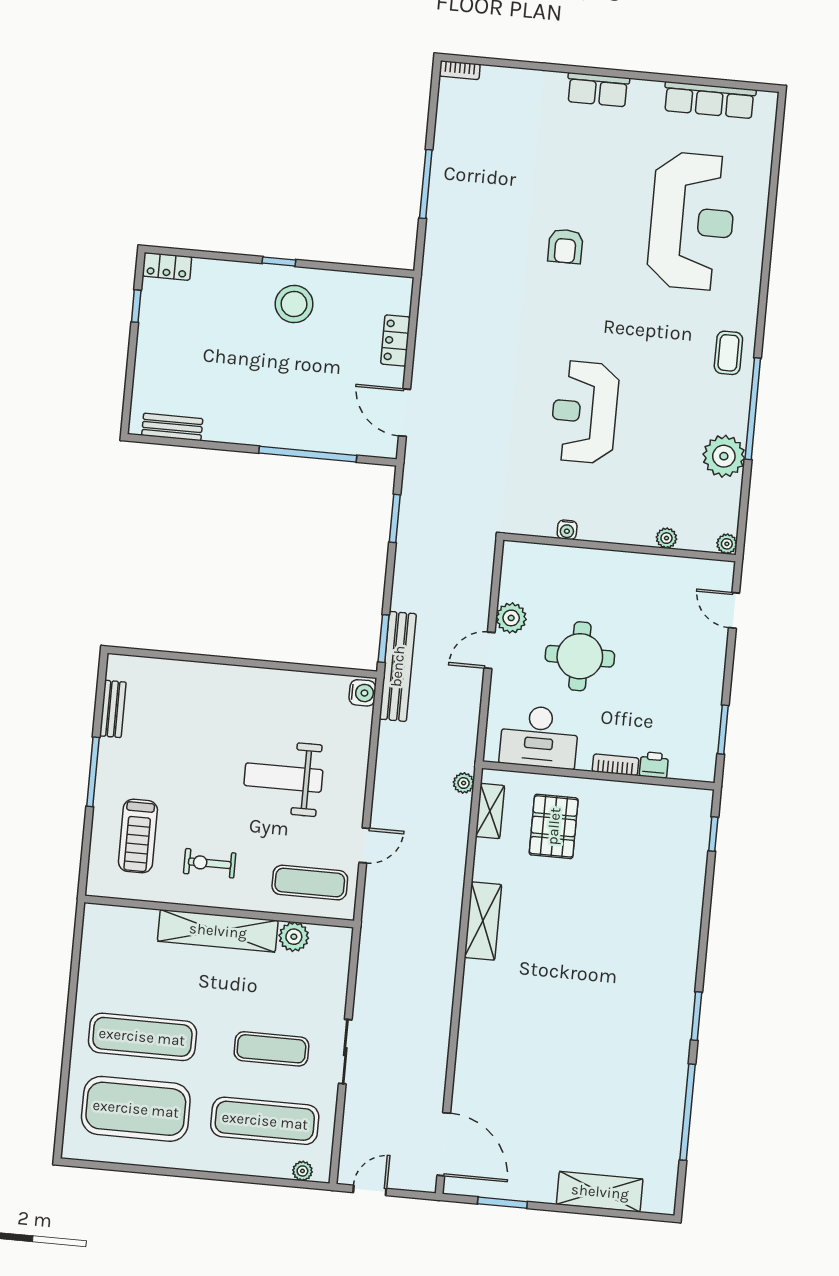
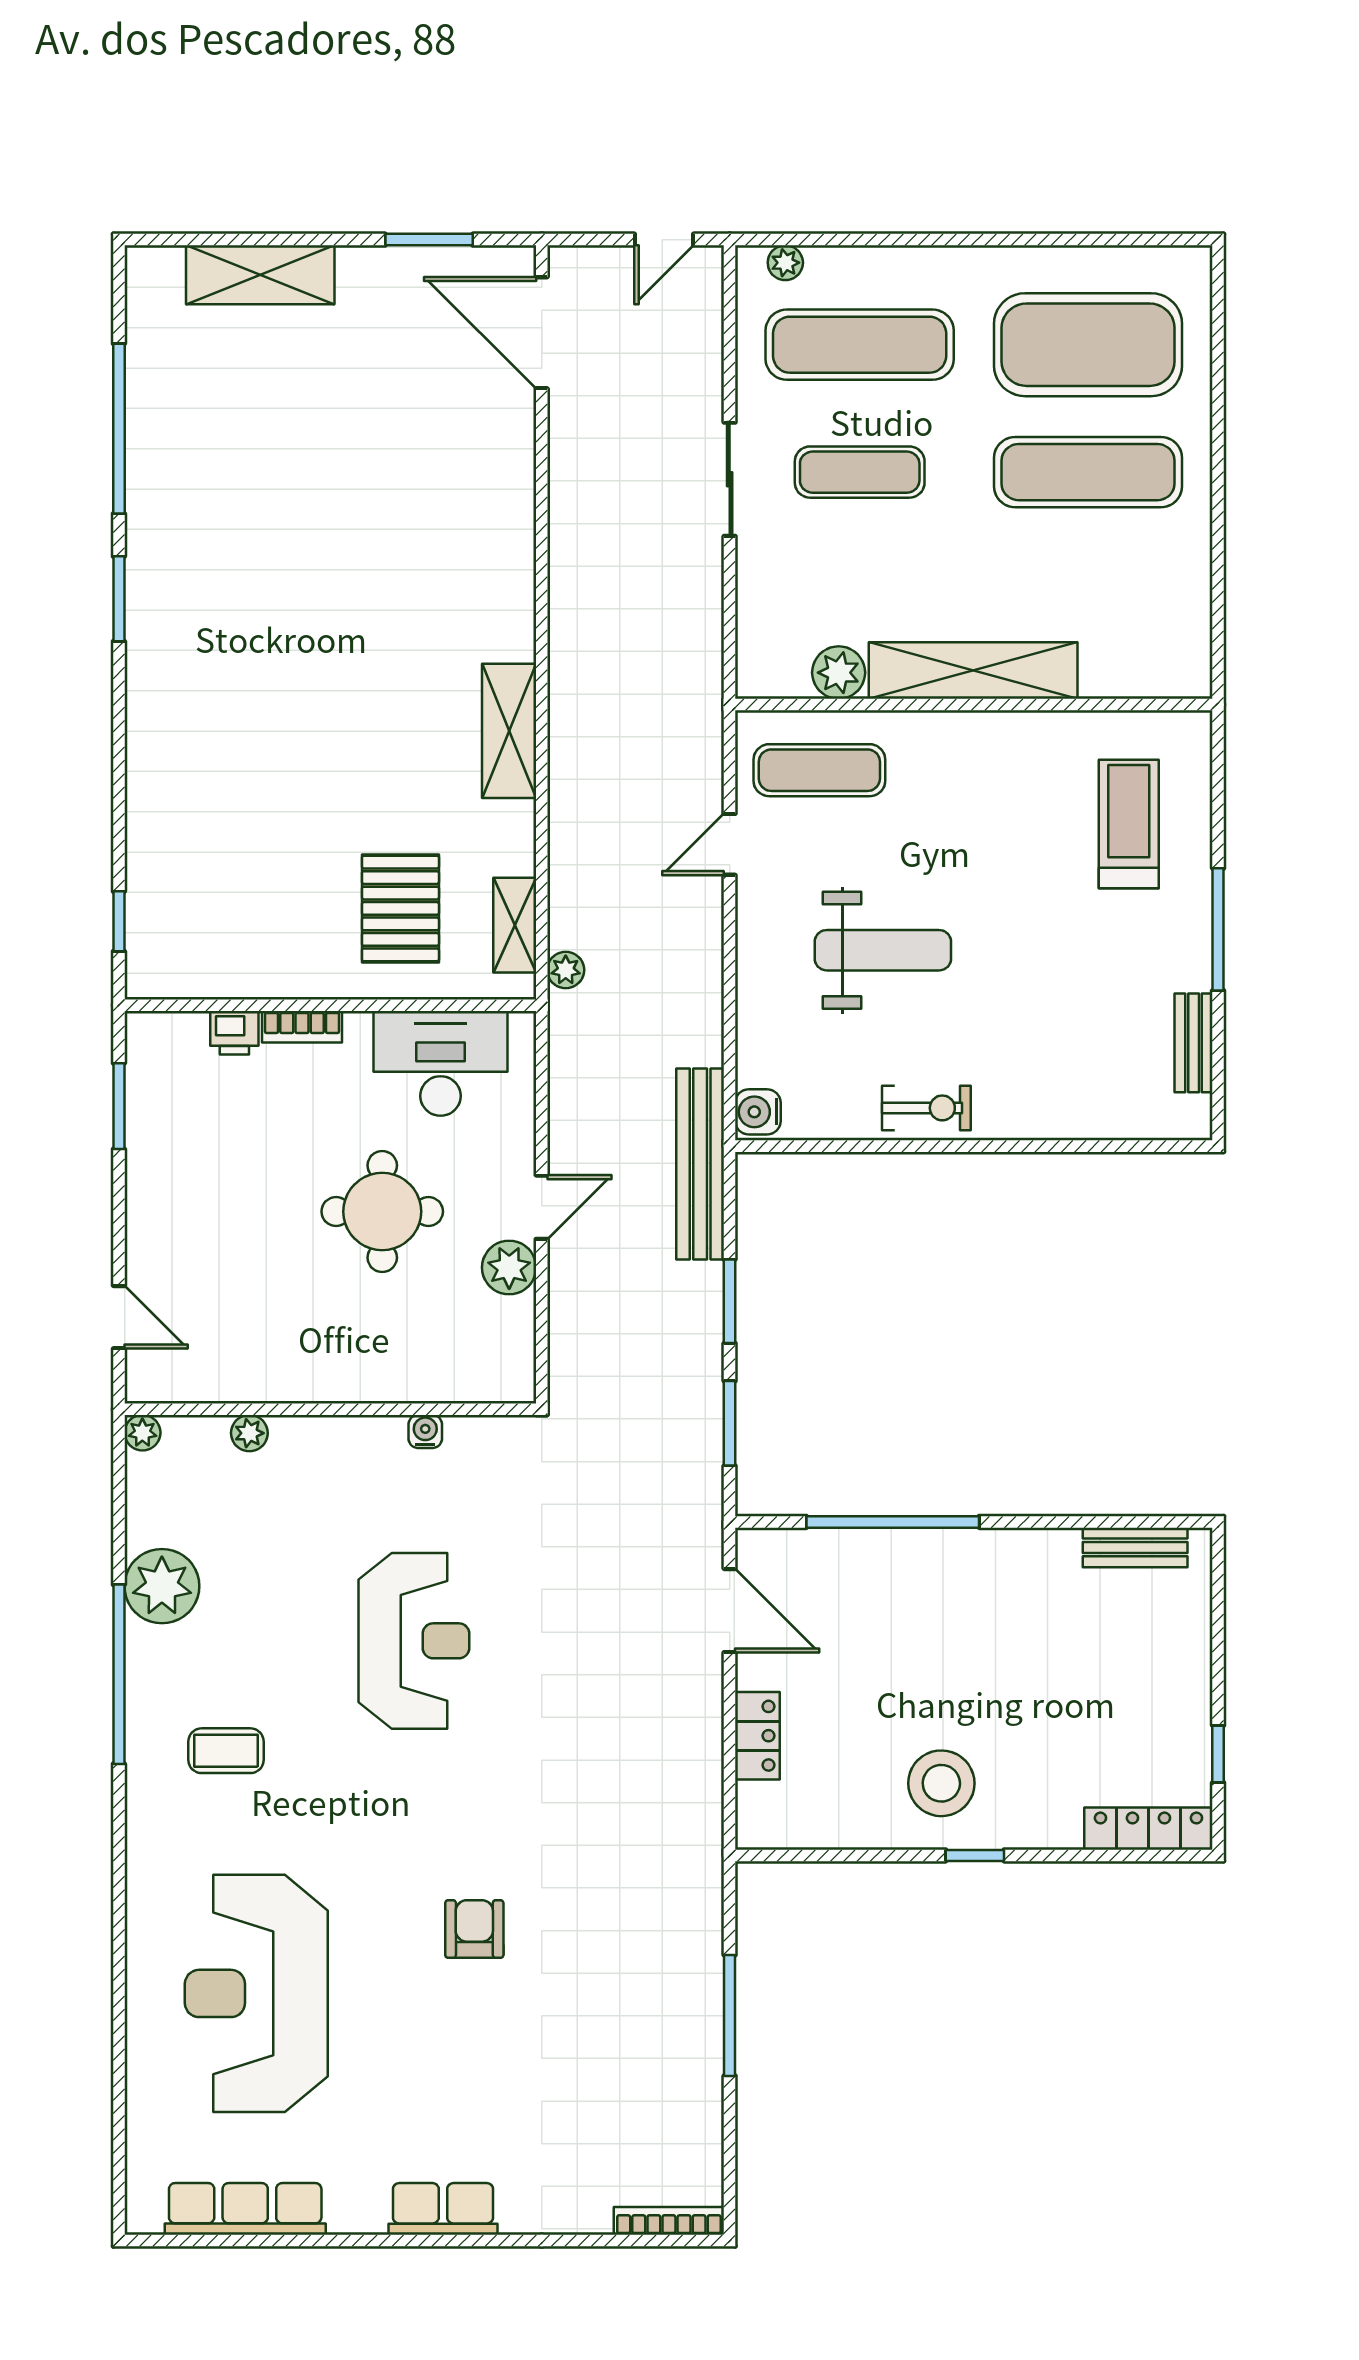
bookcase: (460, 70) -> (669, 2221), width x1.56
locker: (167, 266) -> (1148, 1829), width x1.53
coffee table: (728, 353) -> (226, 1751), moved, turned 90
window: (384, 639) -> (730, 1301), moved
exercise bike: (210, 863) -> (926, 1108), moved

